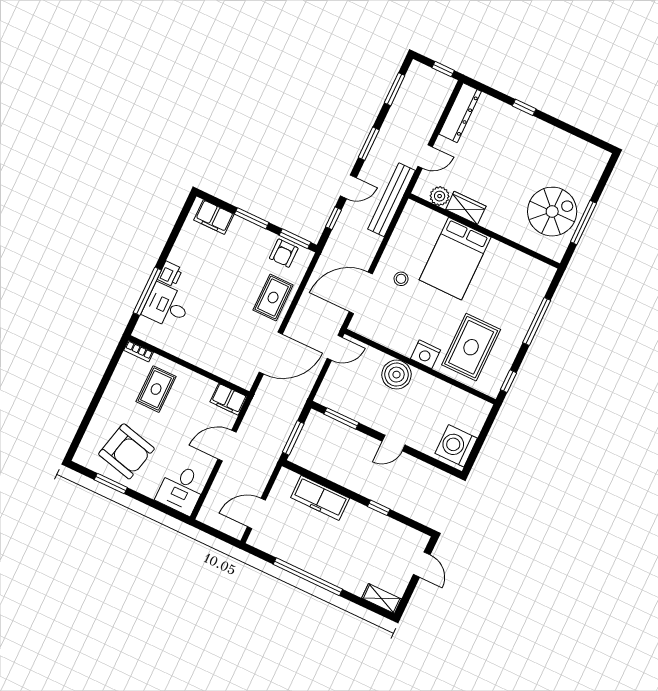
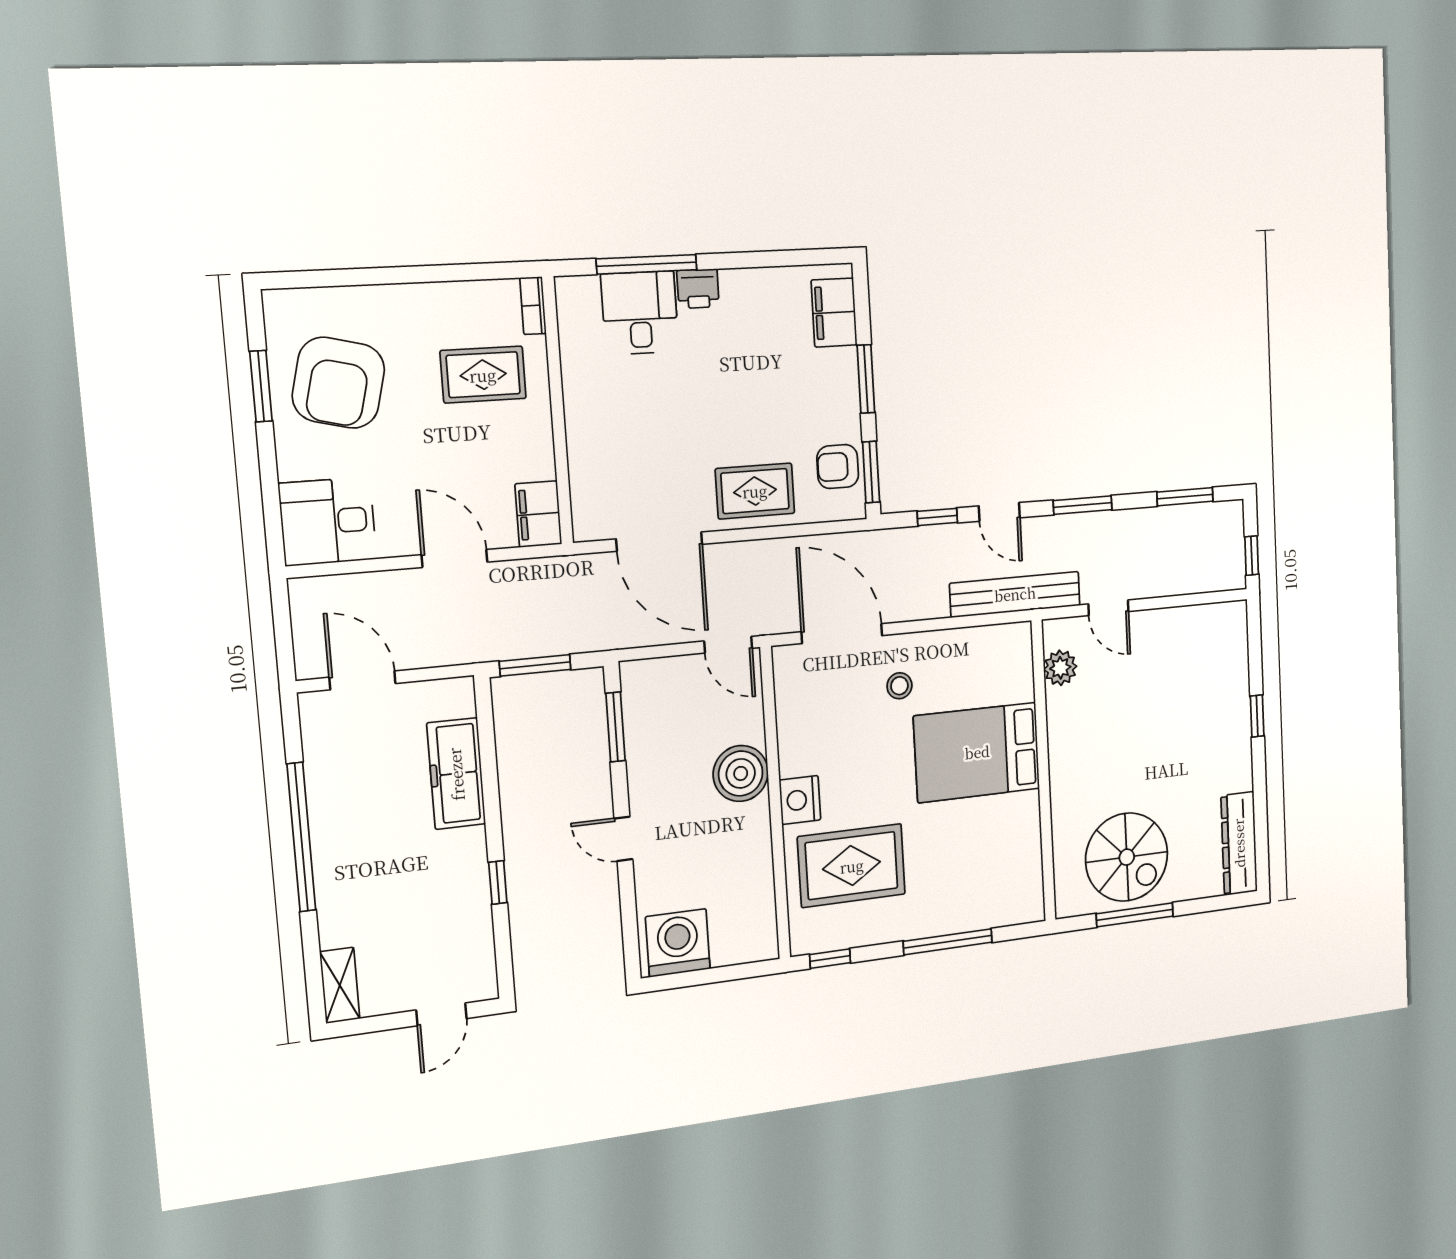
dresser: (460, 113) -> (1239, 843), moved, turned 90
wardrobe: (466, 208) -> (1064, 720), removed

